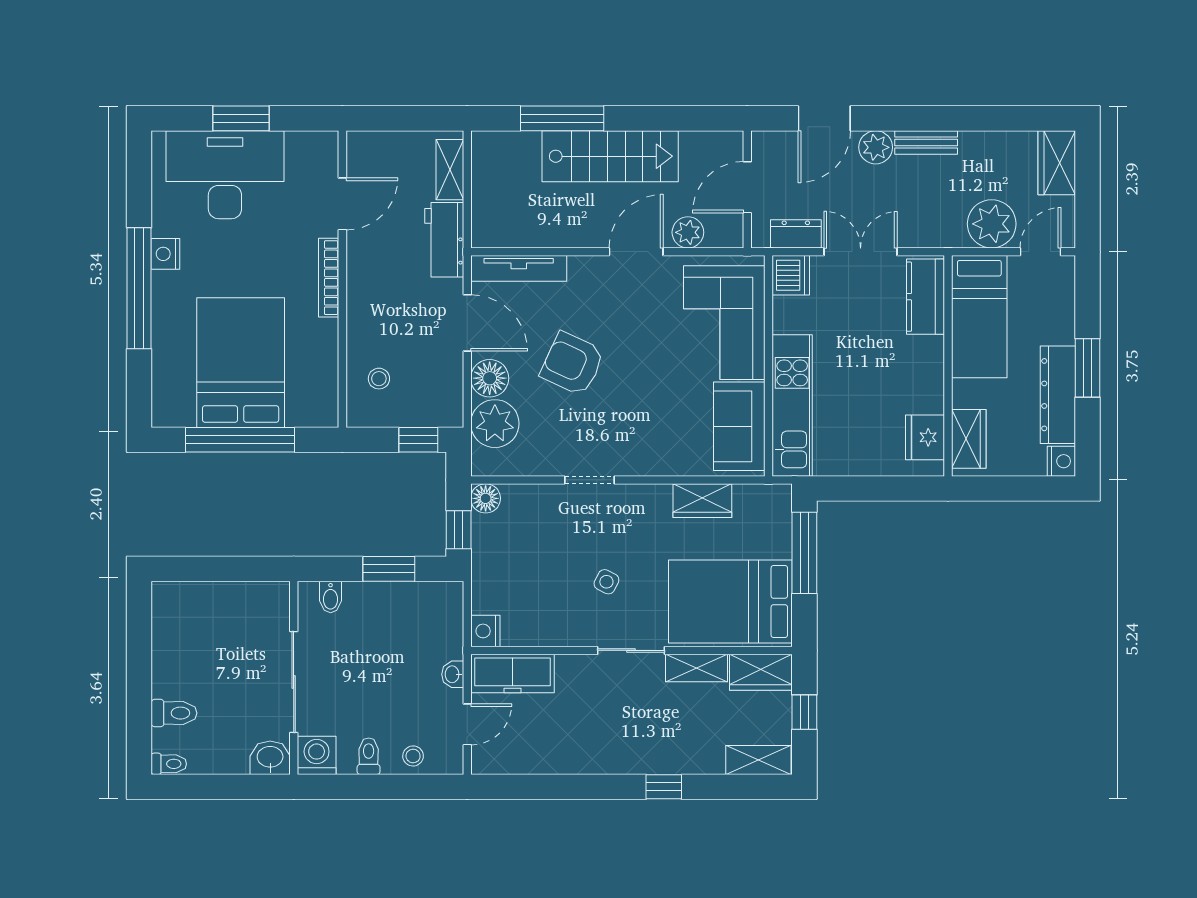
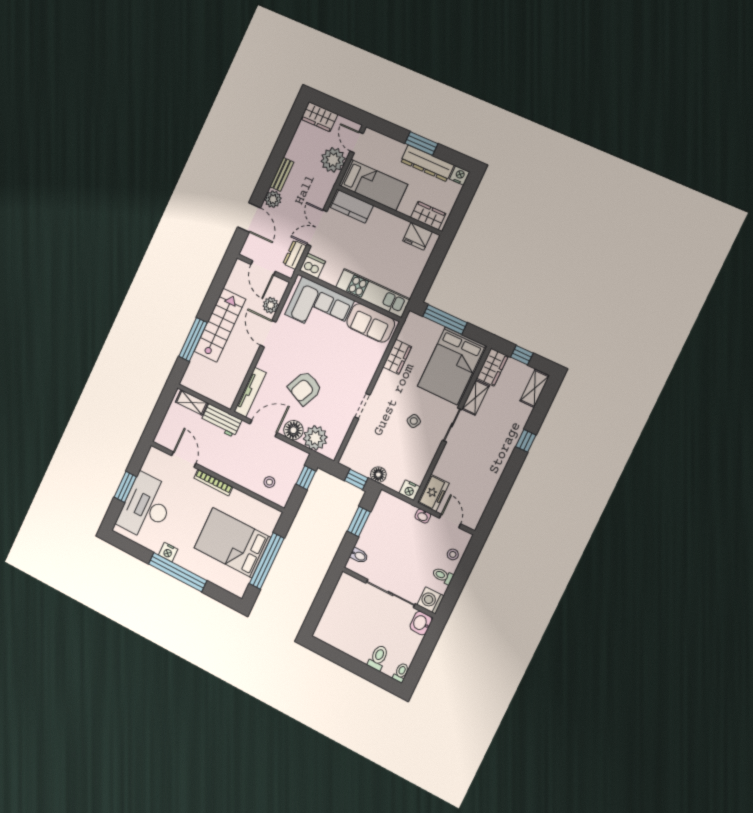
floor lamp: (486, 498) -> (378, 475), moved
freezer: (513, 673) -> (433, 493), width x0.71

